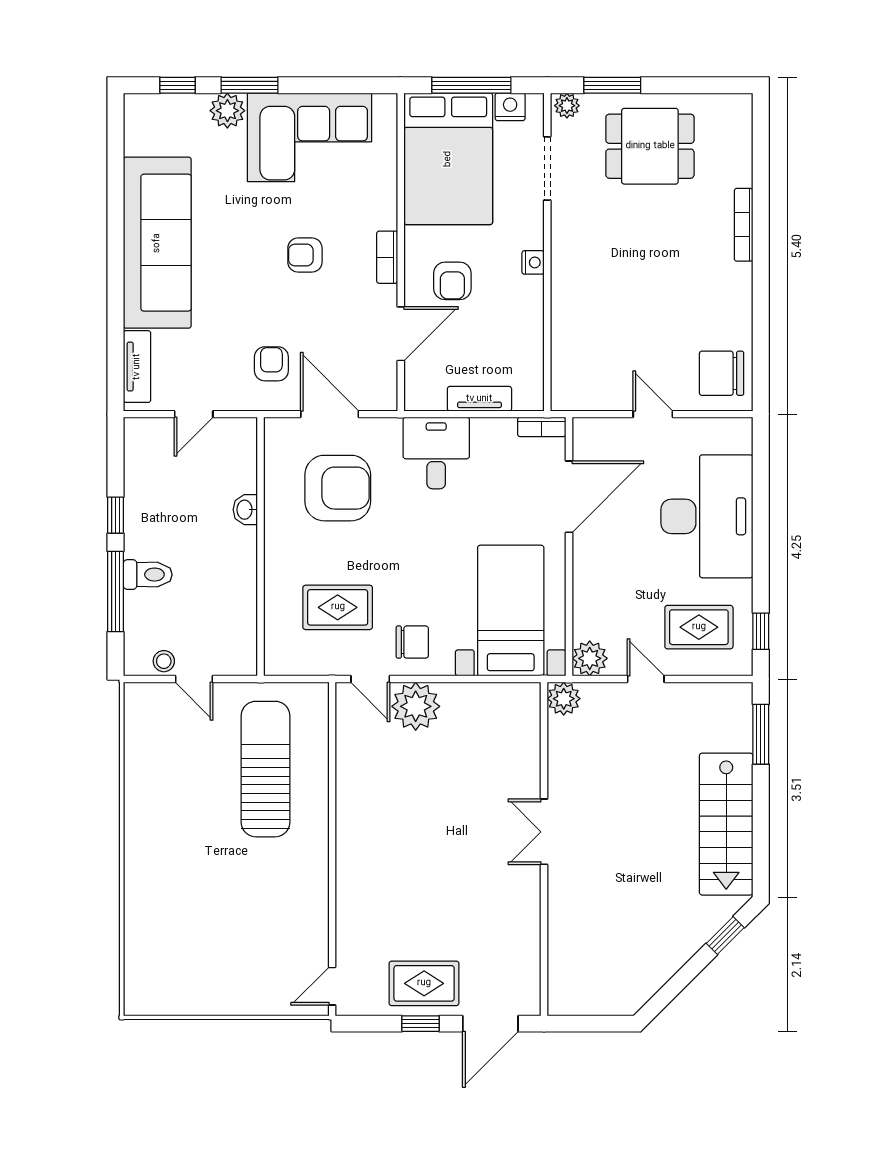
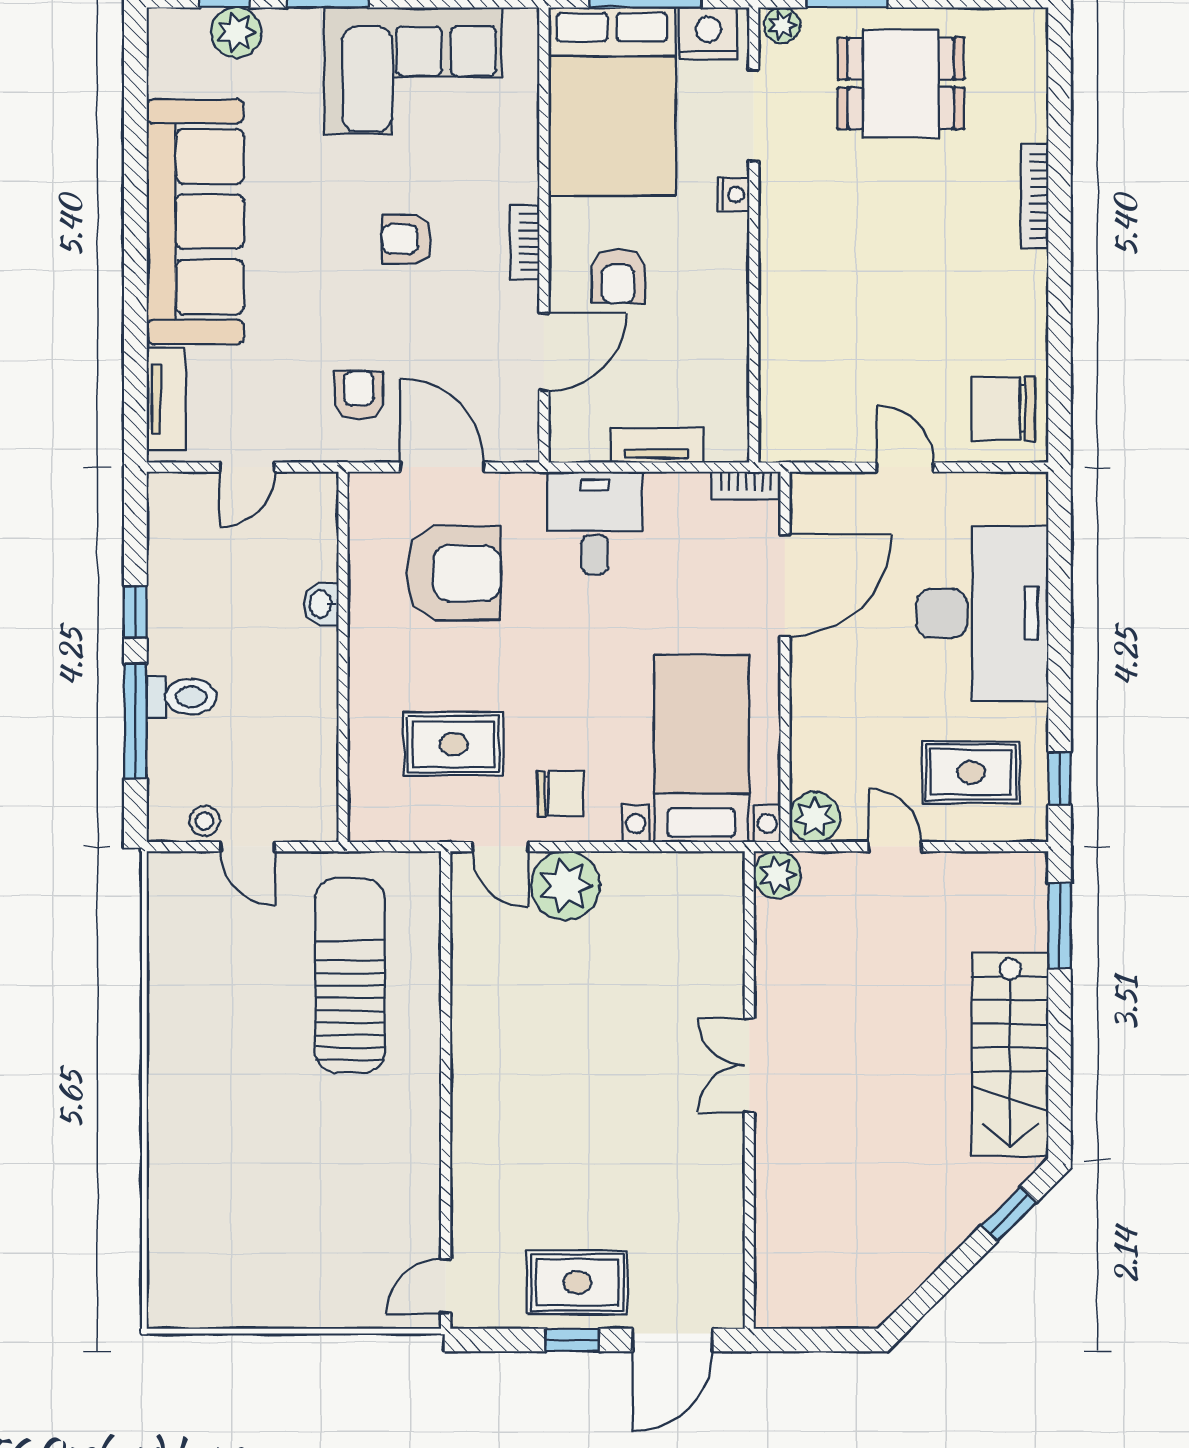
nightstand: (510, 107) -> (708, 33), width x1.36, depth x1.33
plant: (227, 111) -> (236, 32), moved
nightstand: (533, 262) -> (733, 195), moved

